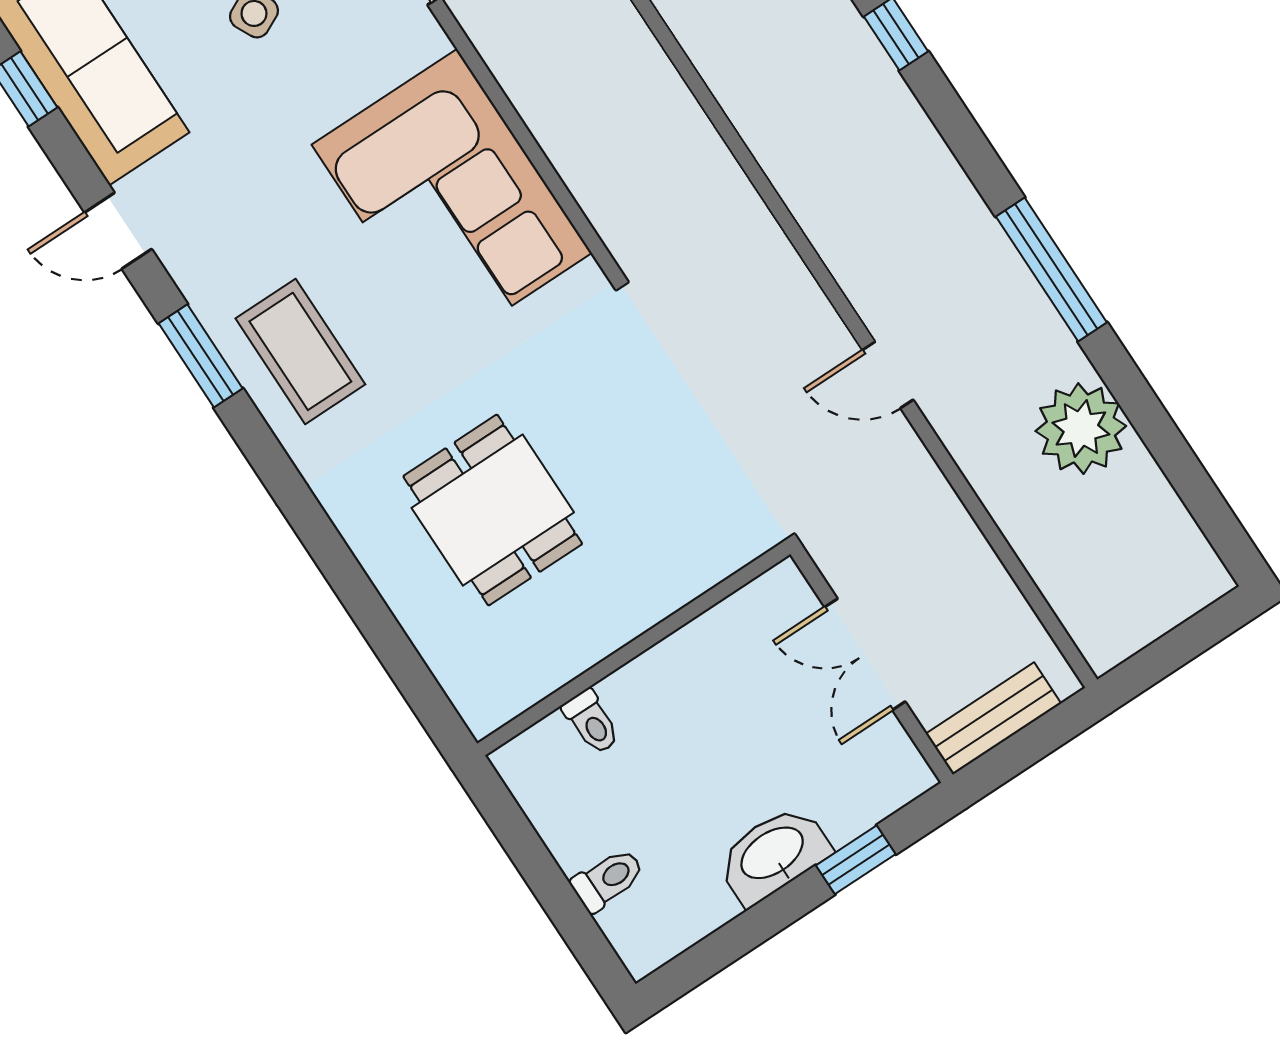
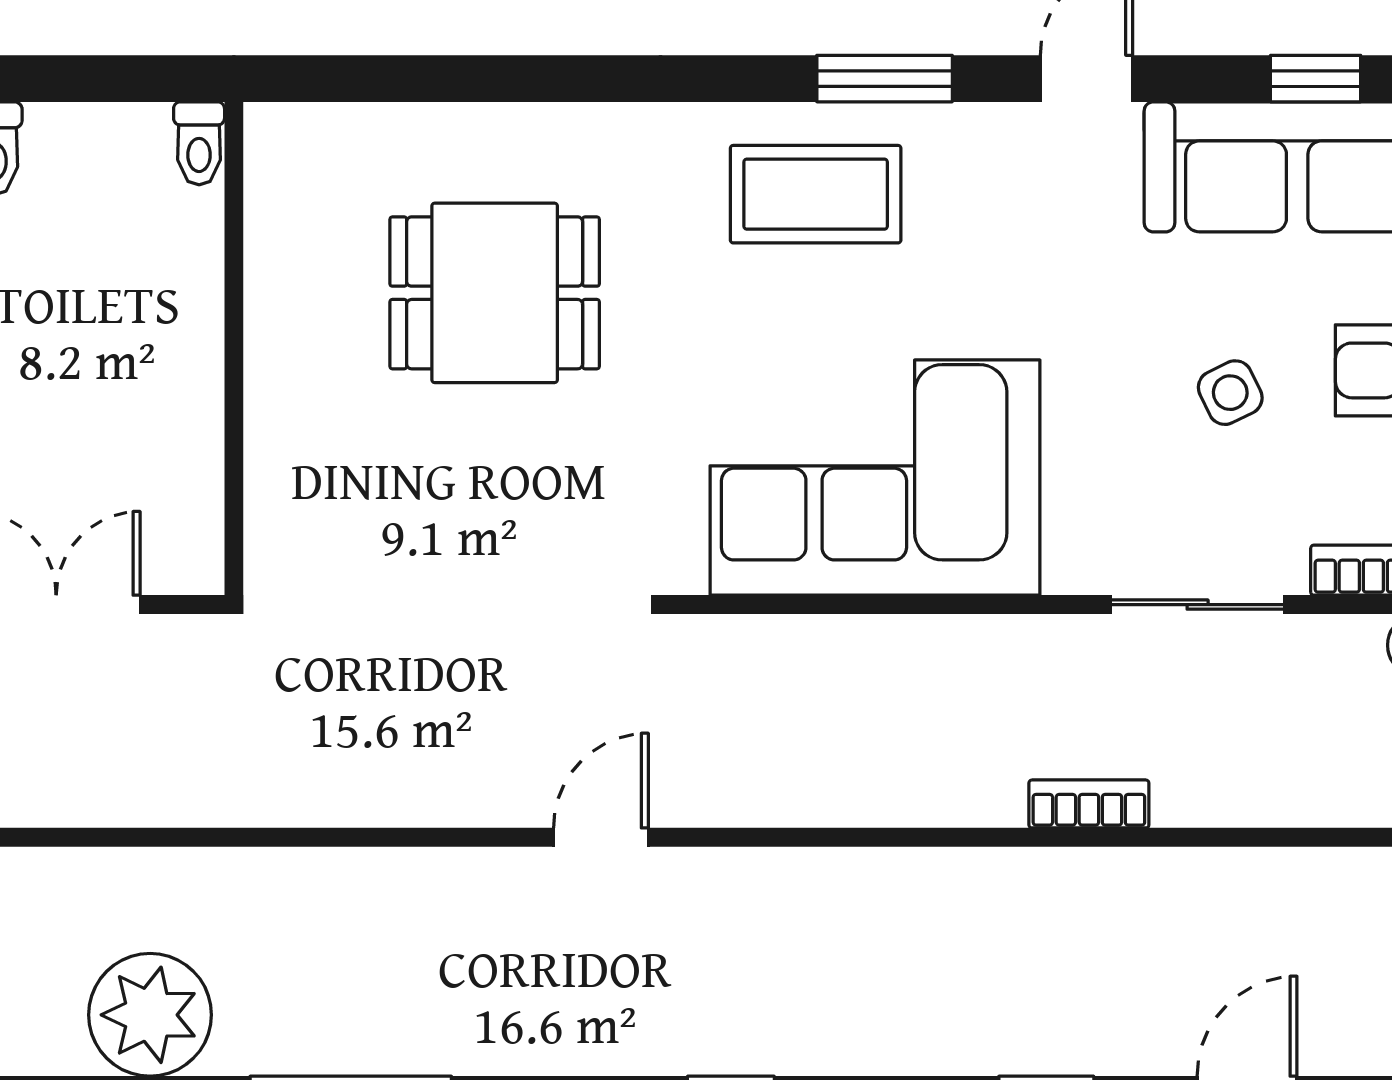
door: (888, 375) -> (601, 837), moved
toilet: (591, 722) -> (199, 143), moved, turned -90

